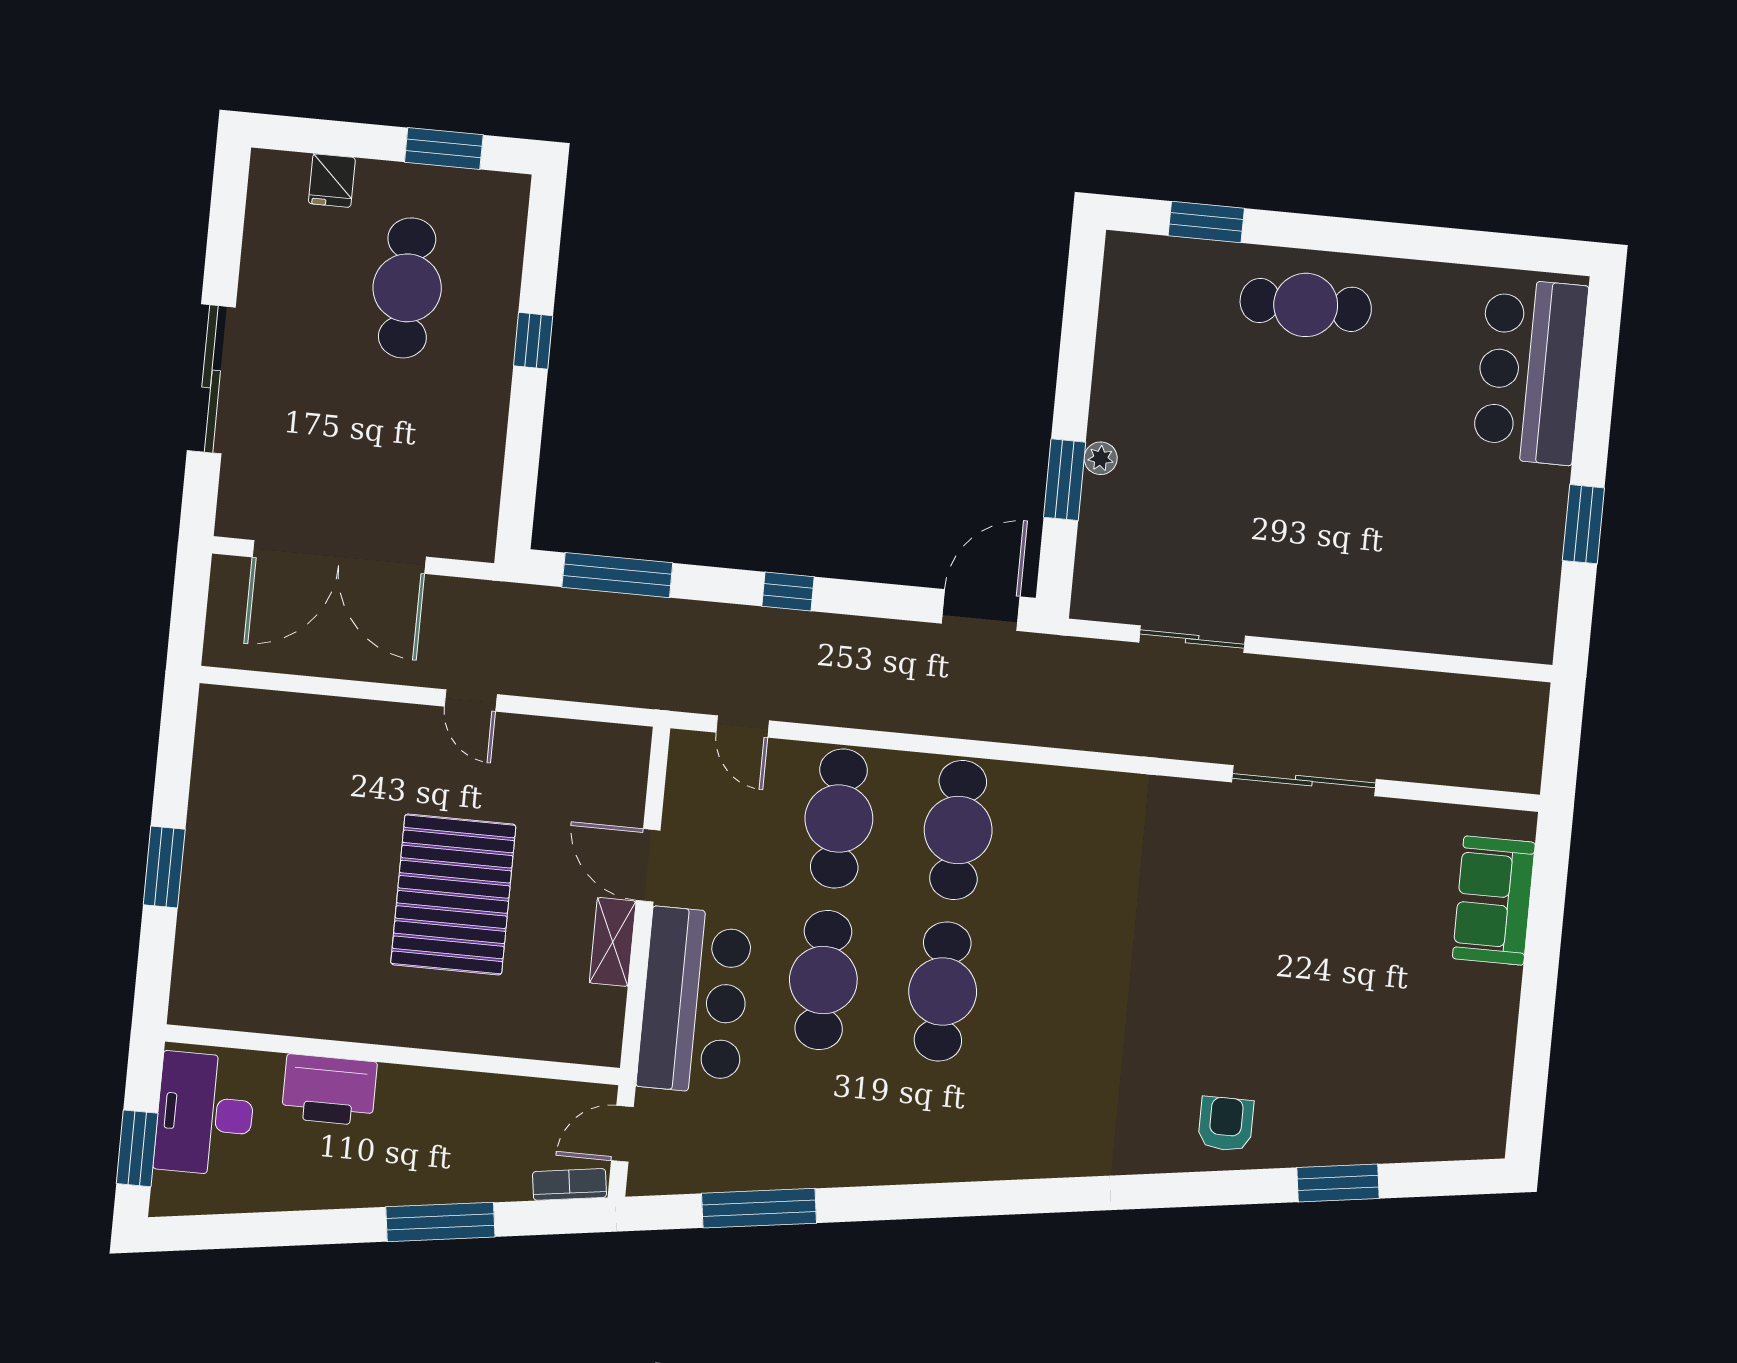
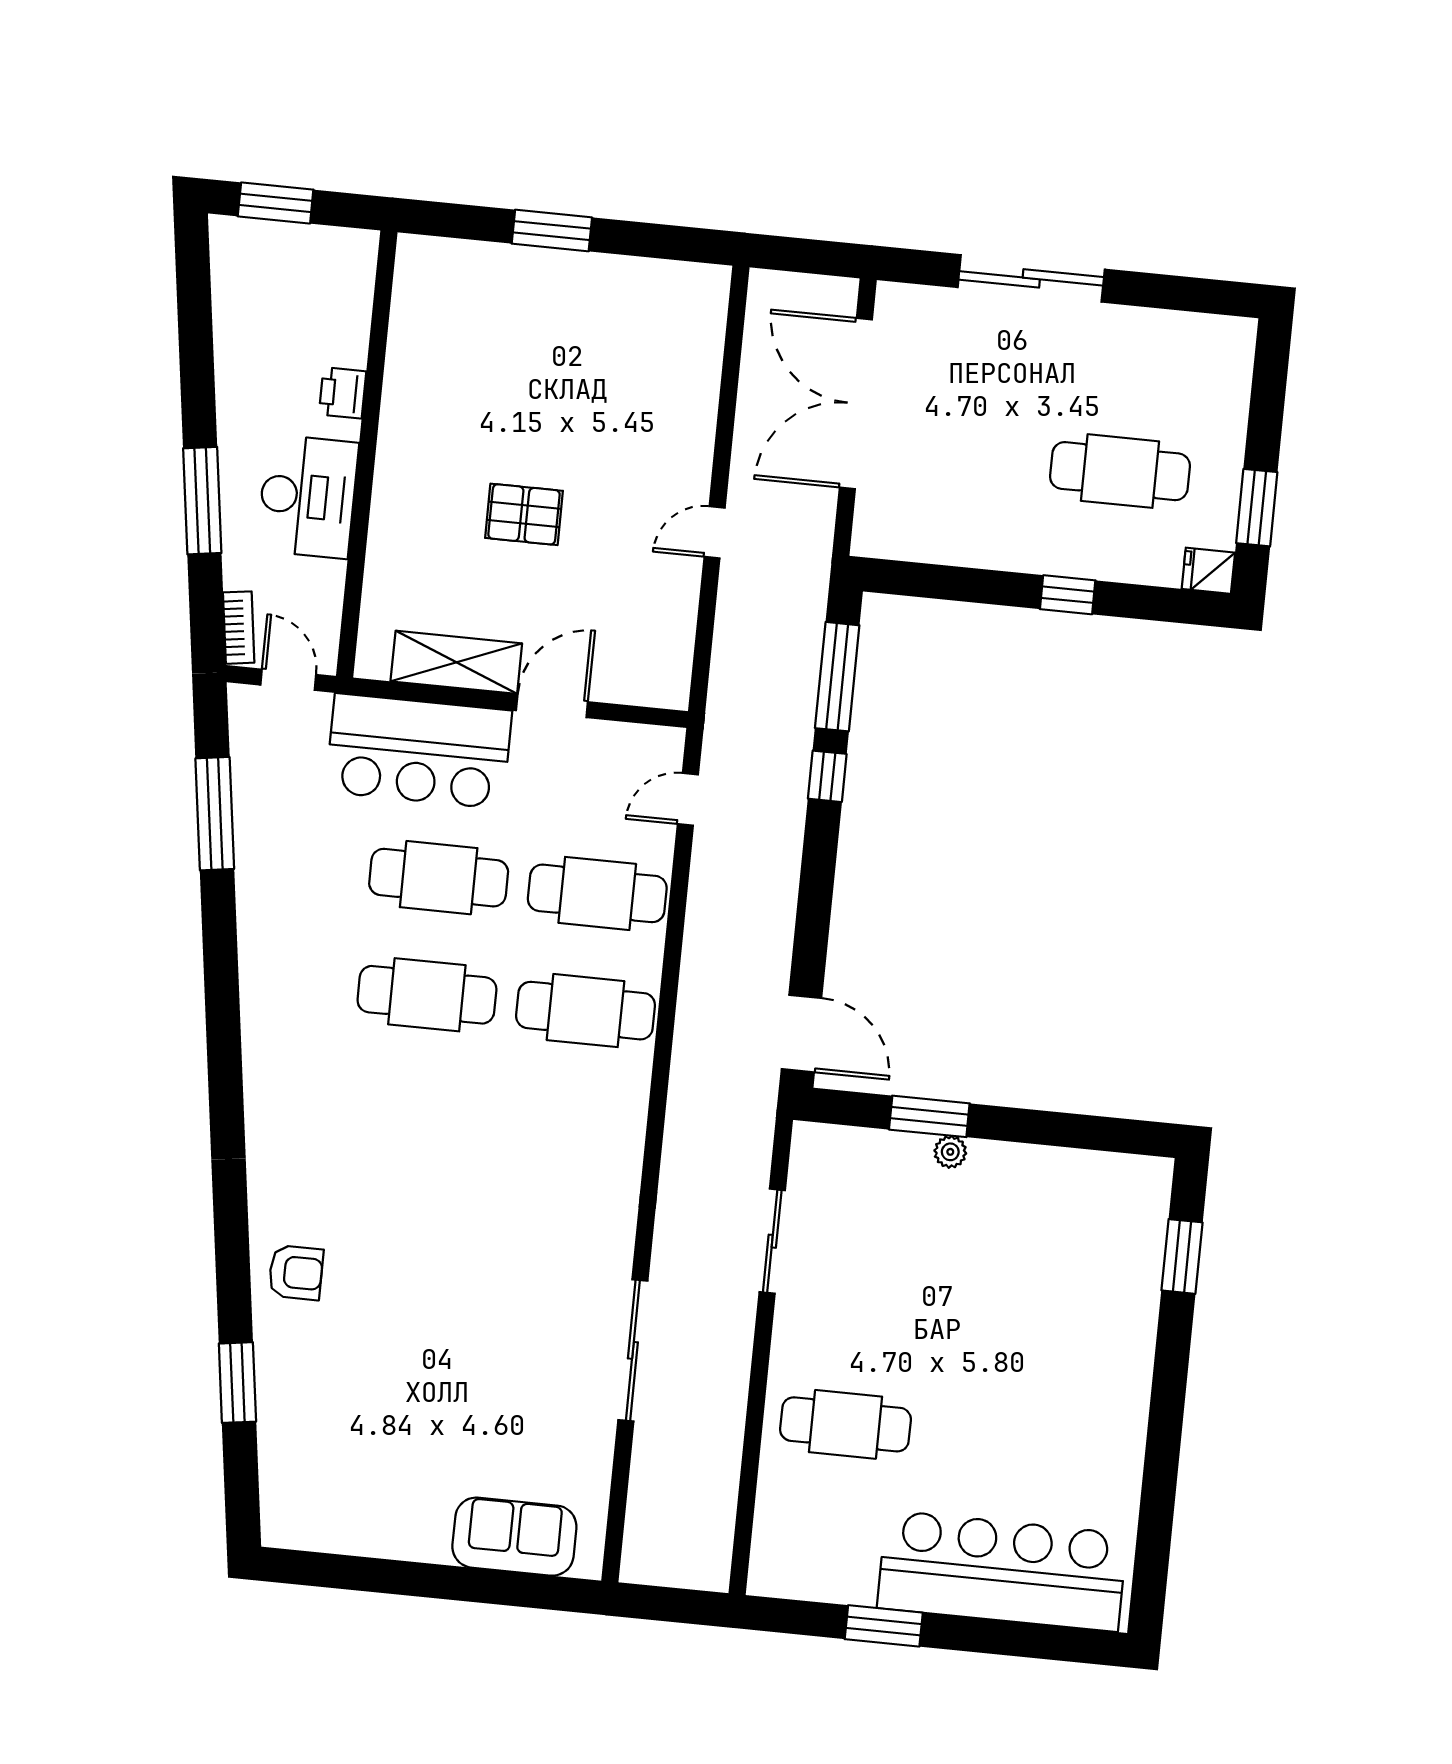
fridge: (332, 181) -> (1208, 571), moved
cafe table: (1306, 305) -> (845, 1424), moved, turned 90
bar counter: (1530, 371) -> (1002, 1571), width x1.36
window: (788, 591) -> (827, 776), moved
pallet: (453, 894) -> (524, 514), width x0.49, depth x0.50
shelving: (613, 942) -> (456, 662), width x1.50, depth x1.33
printer: (329, 1090) -> (343, 393), width x0.53, depth x0.68
desk: (205, 1114) -> (308, 496), moved, turned 90

